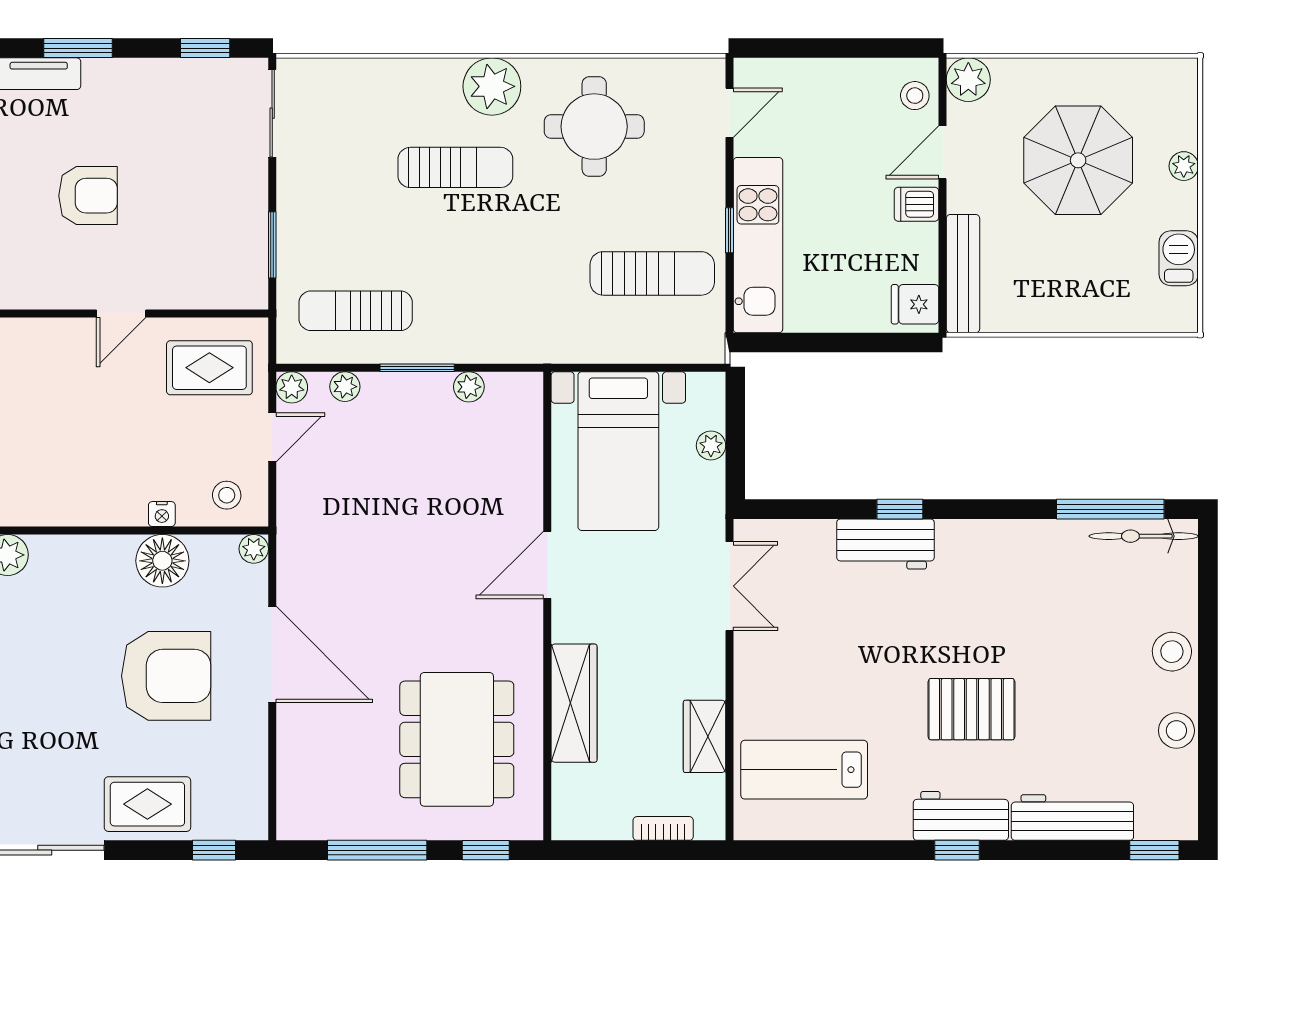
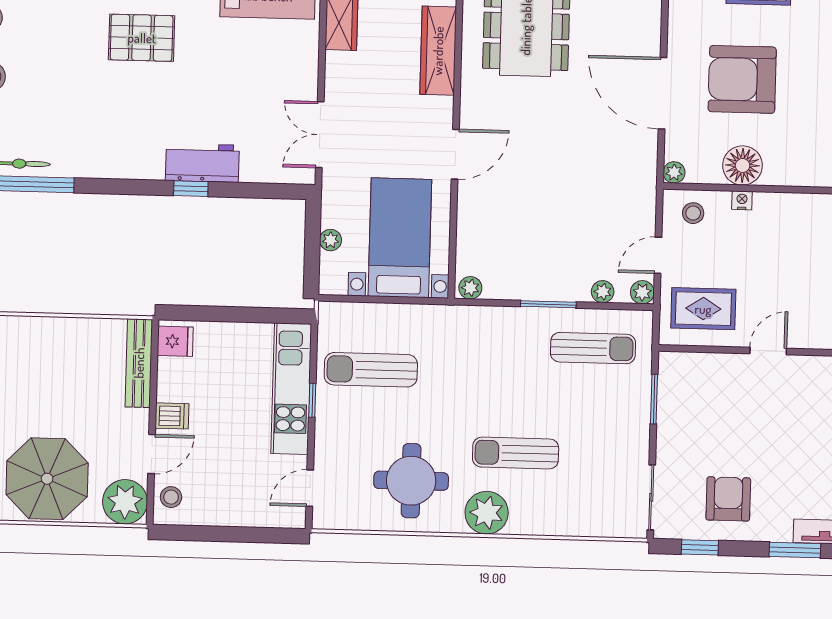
plant: (968, 80) -> (125, 502), width x1.36, depth x1.36
parasol: (1078, 160) -> (47, 479), moved
armchair: (88, 196) -> (728, 499), moved, turned 90
plant: (469, 387) -> (470, 288), moved

